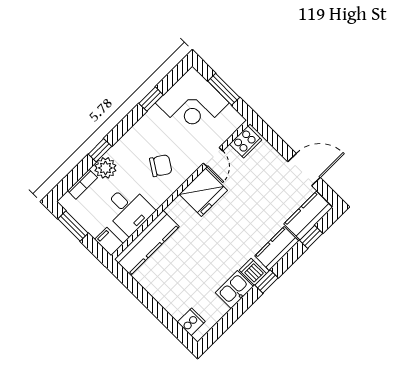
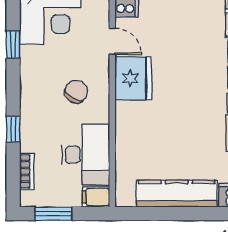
plant: (105, 168) -> (32, 139), removed
desk: (128, 210) -> (86, 155), width x1.37
kitchen counter: (147, 243) -> (177, 194), moved, turned -90

